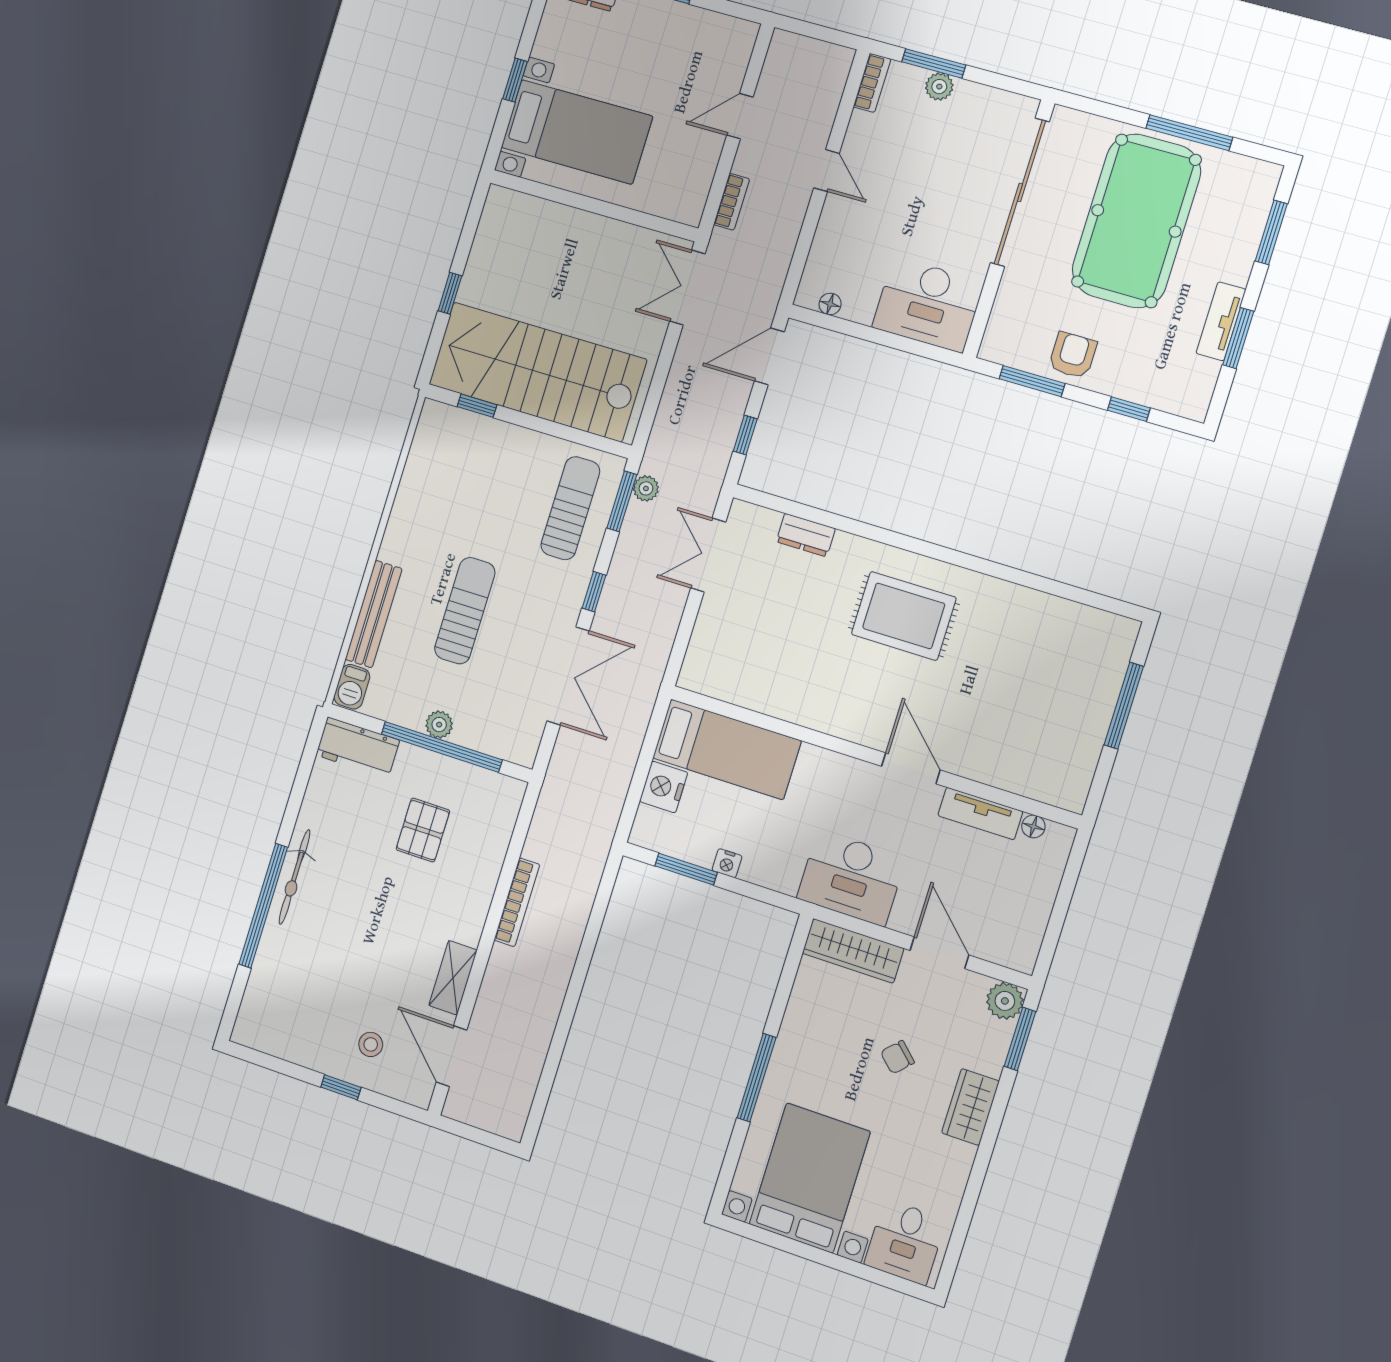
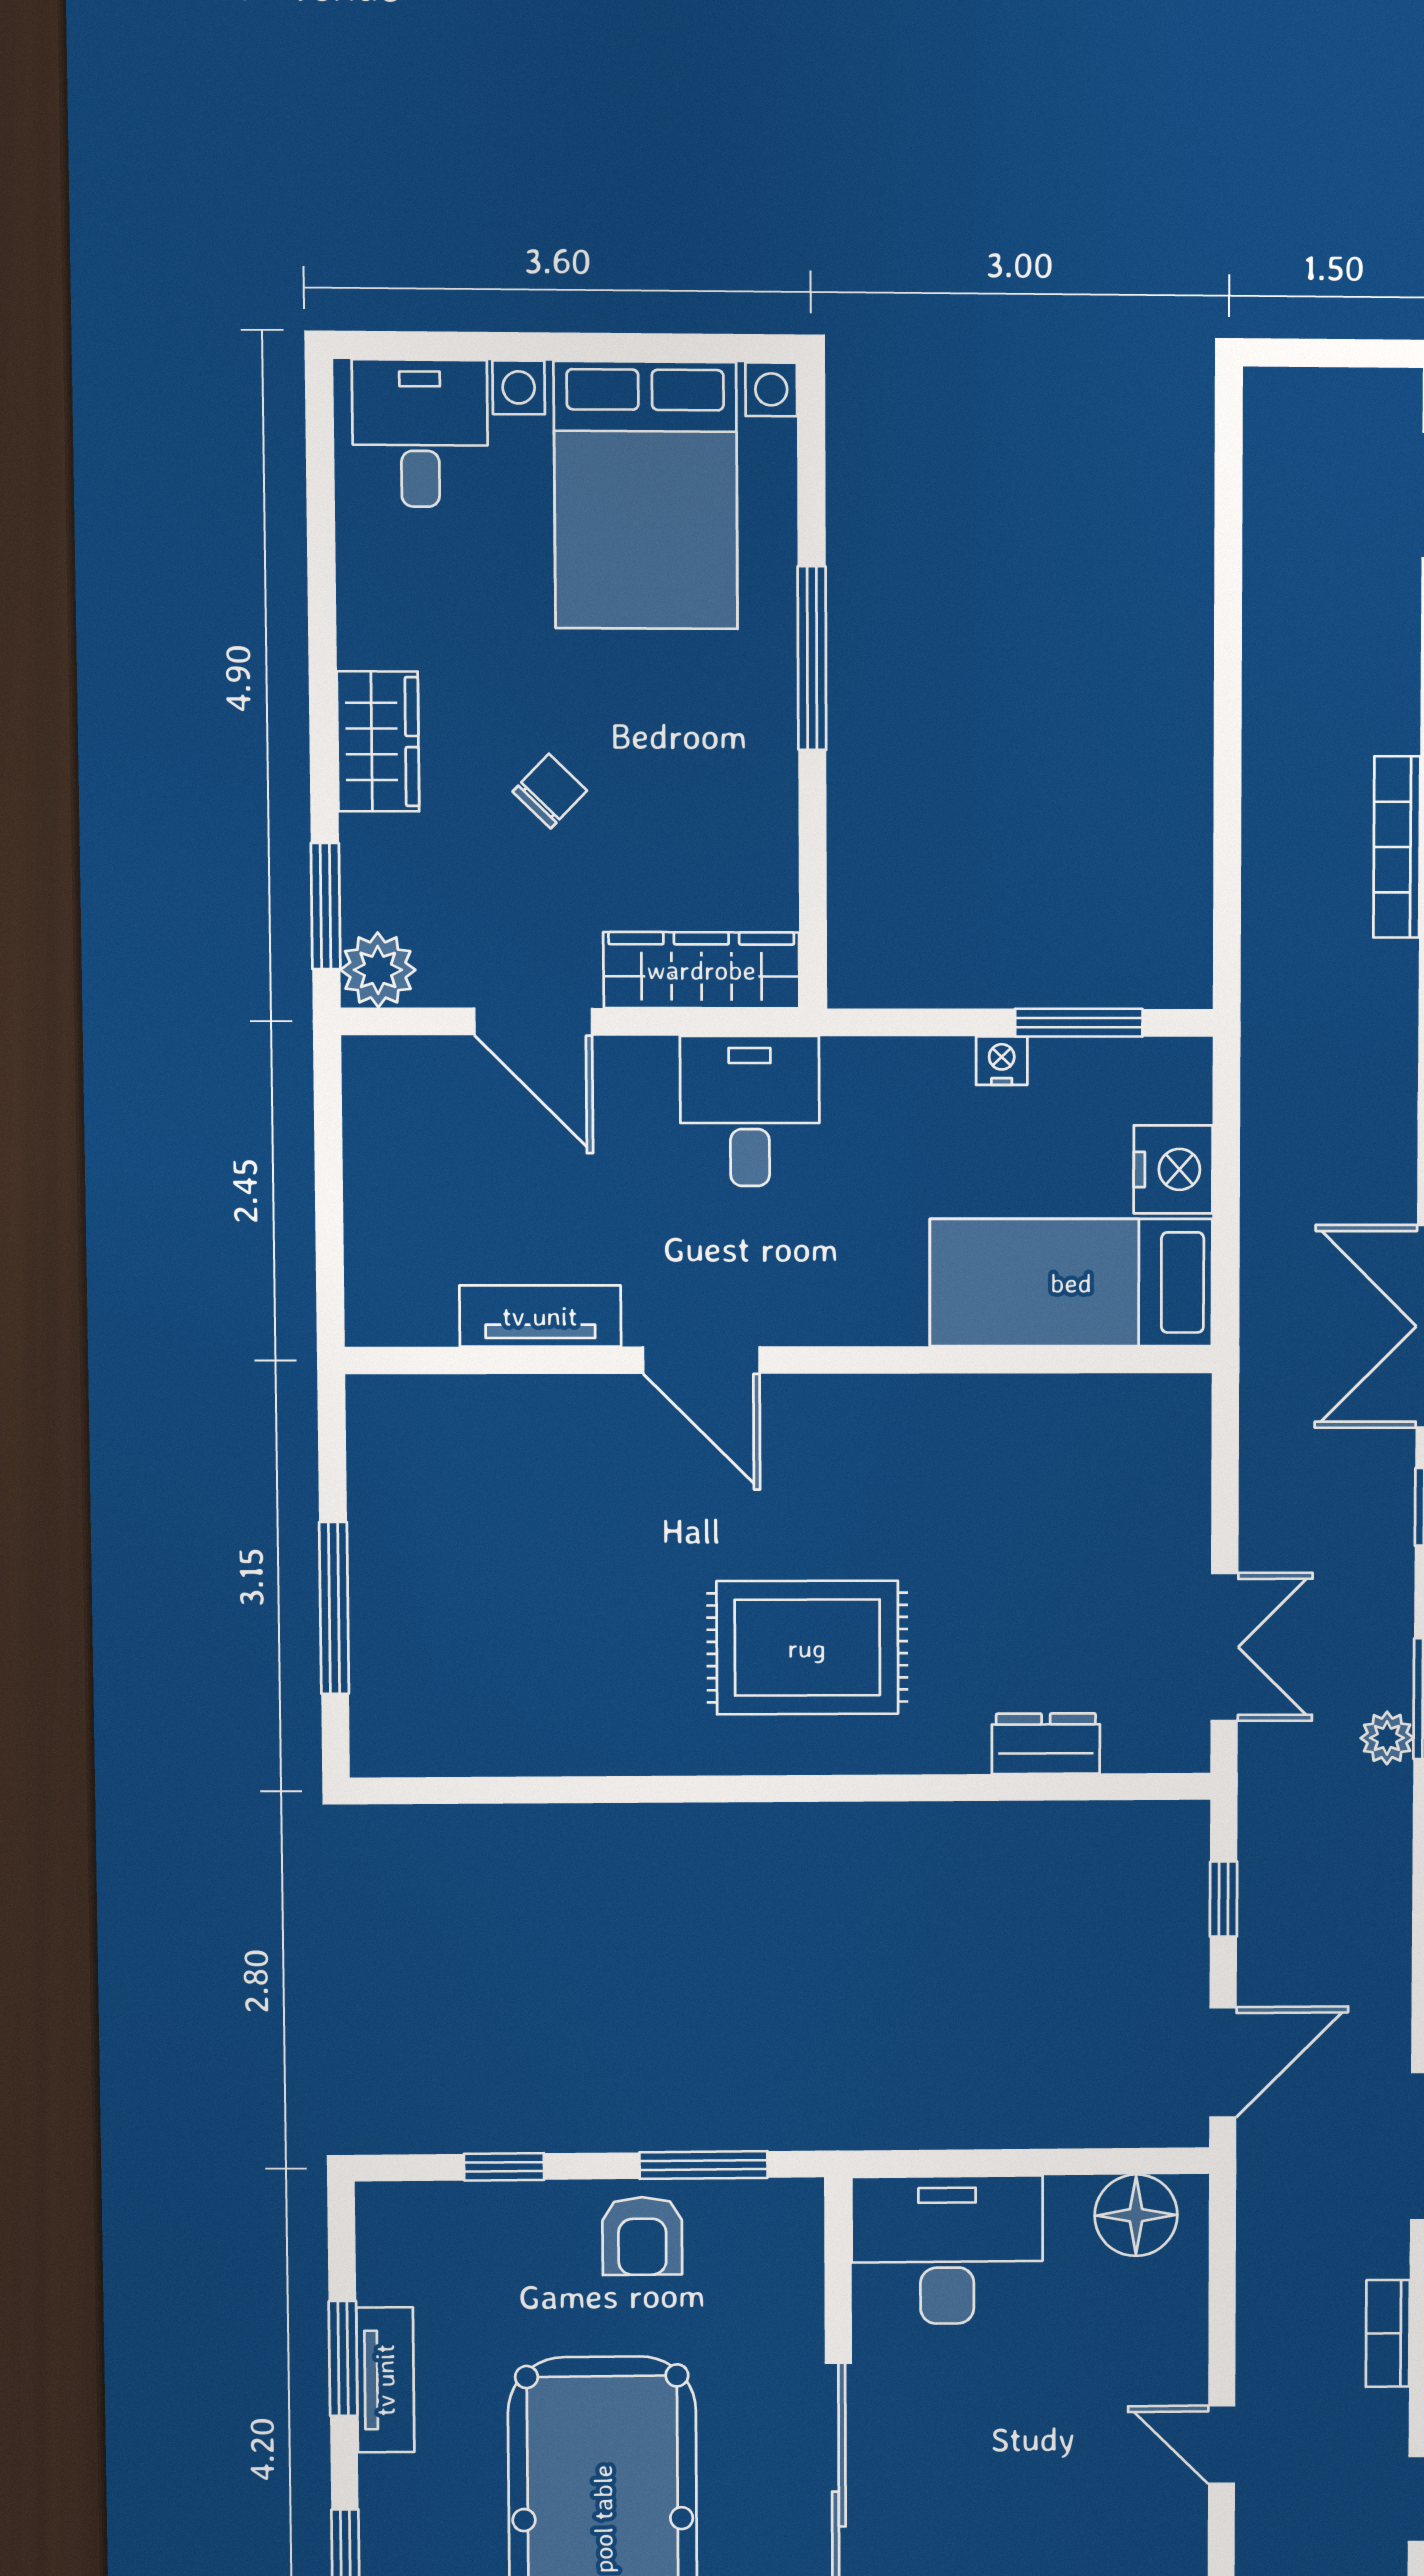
floor lamp: (830, 304) -> (1136, 2215), width x1.89, depth x1.89
floor lamp: (1033, 826) -> (431, 1324), removed
desk: (851, 878) -> (750, 1111), width x0.73

